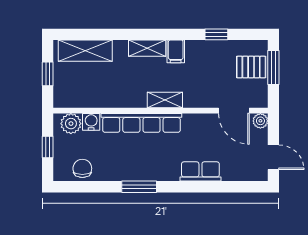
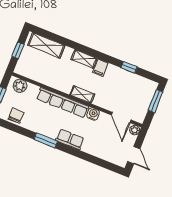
pallet: (251, 67) -> (142, 95), removed
water cooler: (91, 122) -> (93, 114), moved
row of seats: (200, 171) -> (70, 140), moved

